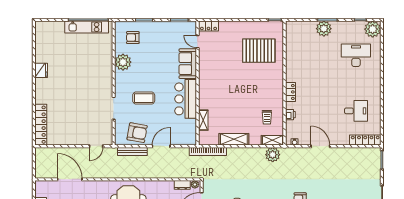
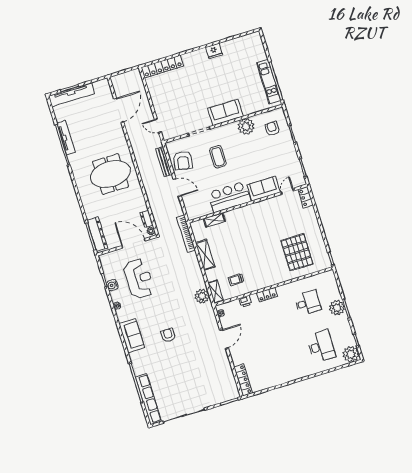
sofa: (103, 78) -> (225, 112), added
desk: (356, 111) -> (308, 303), moved, turned -90

